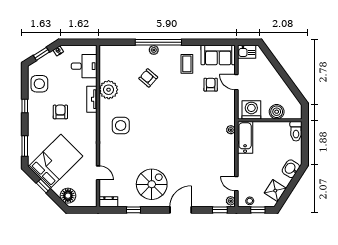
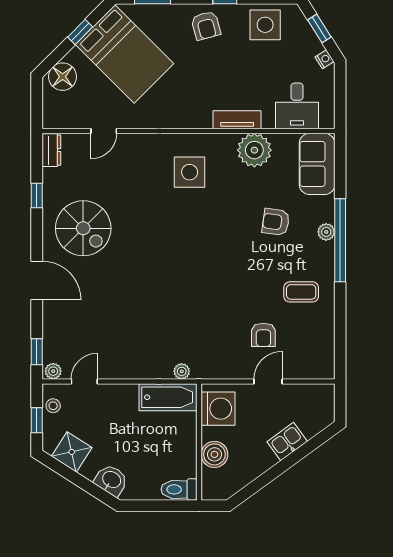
kitchen sink: (247, 52) -> (287, 441), moved, turned 54
sofa: (218, 55) -> (317, 164), moved
armchair: (148, 78) -> (276, 222), turned -123
armchair: (211, 85) -> (263, 335), turned 90
armchair: (60, 112) -> (206, 26), moved, turned 75

